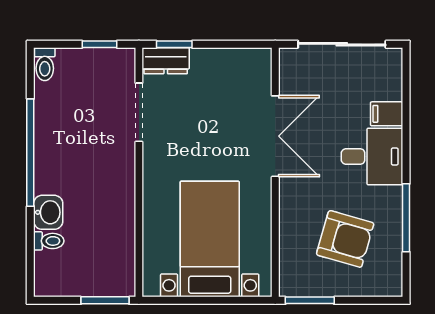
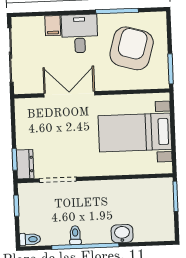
armchair: (345, 239) -> (132, 48), width x1.36, depth x1.36
toilet: (49, 241) -> (75, 235), moved

